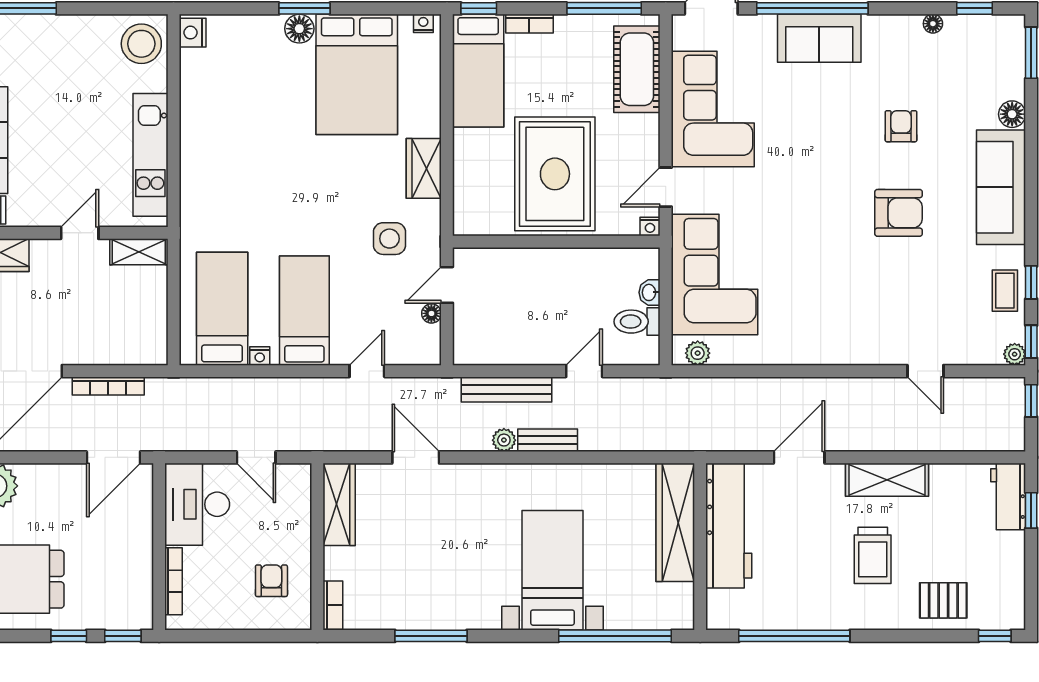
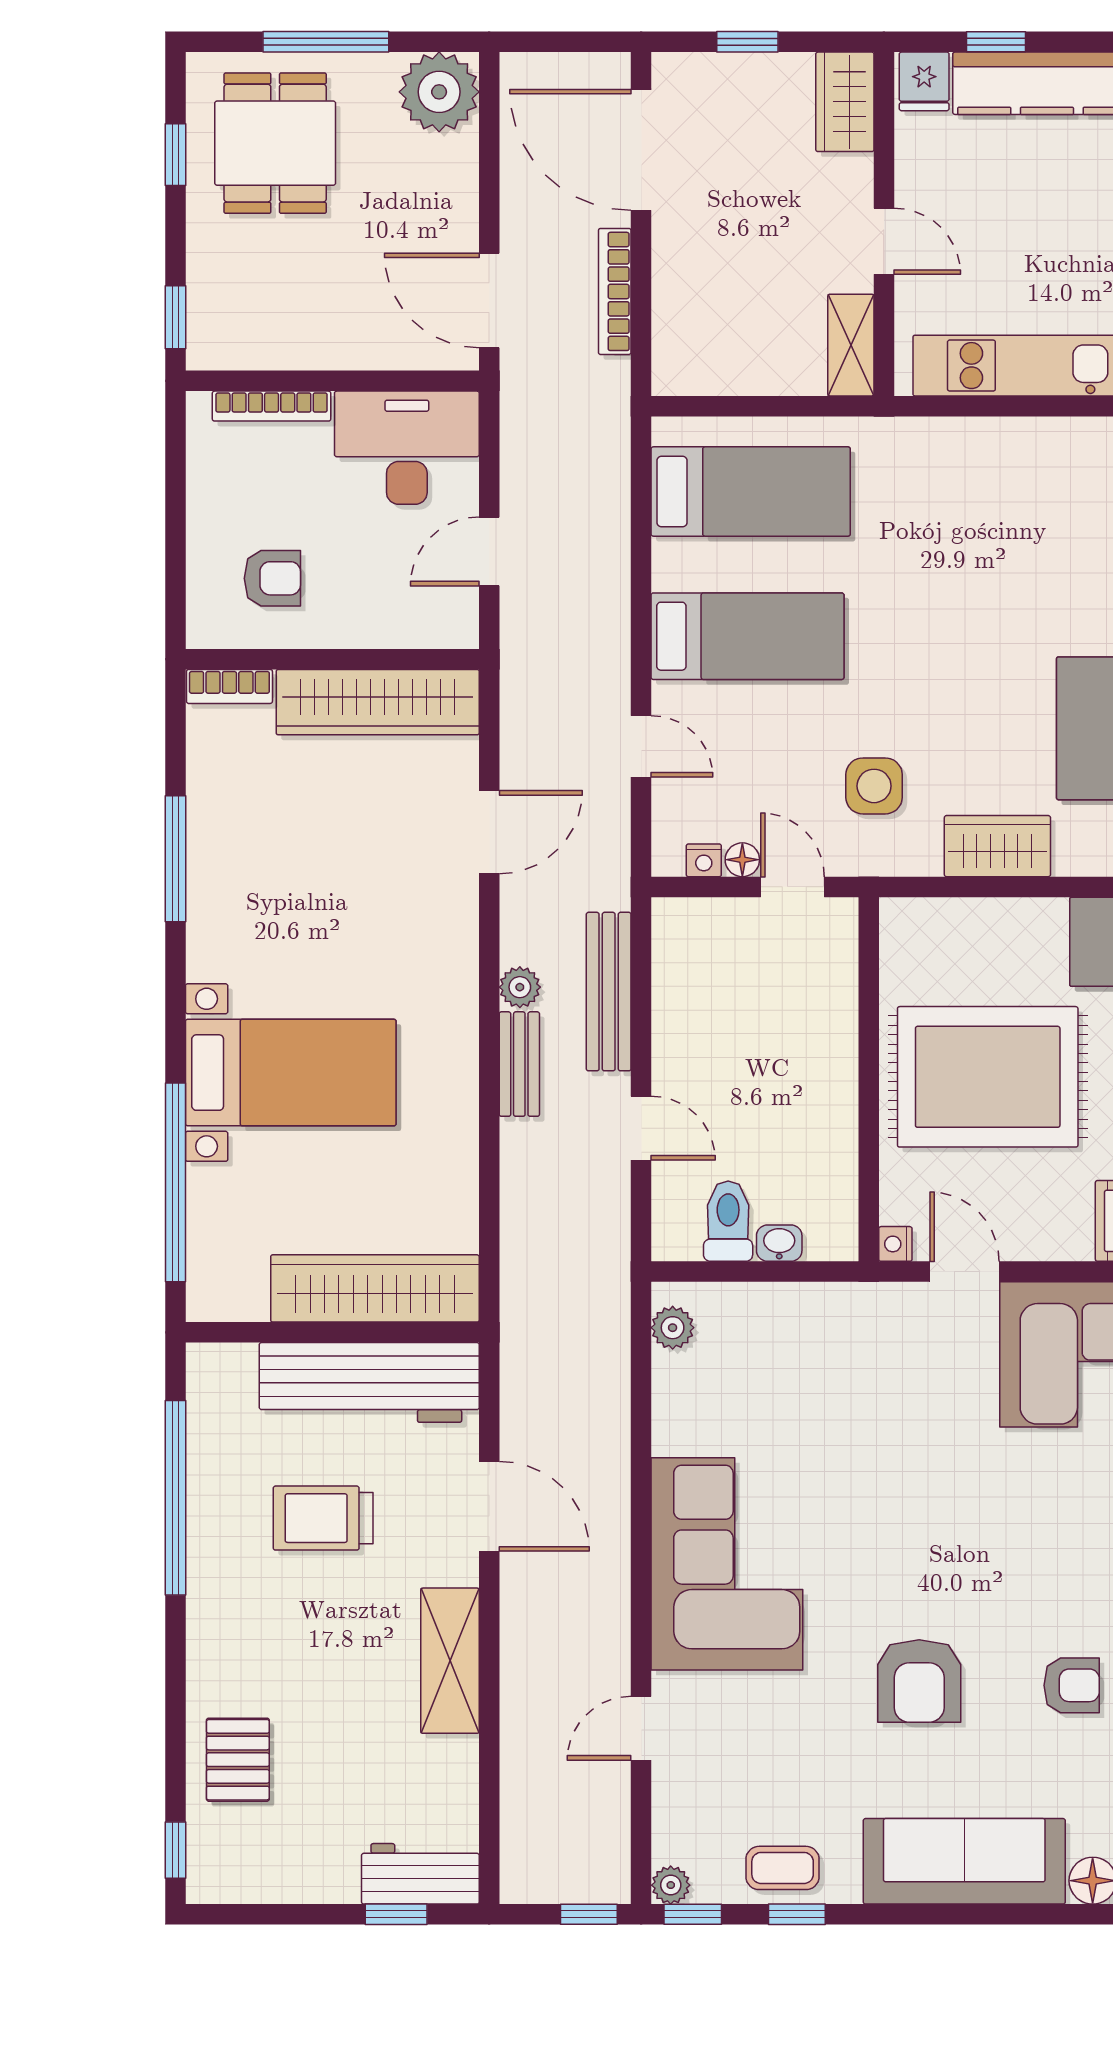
corner sofa: (715, 275) -> (727, 1564), moved, turned -90
nightstand: (260, 356) -> (704, 860), moved, turned -90
wardrobe: (339, 504) -> (378, 702), width x1.40, depth x1.17
trolley: (873, 555) -> (323, 1518), moved
window: (69, 636) -> (175, 155), moved

